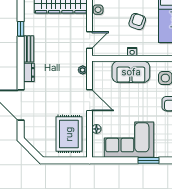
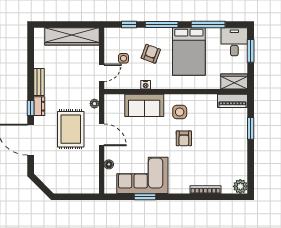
side table: (98, 10) -> (123, 58), moved
window: (21, 29) -> (31, 108), moved
rug: (69, 134) -> (71, 129), moved
window: (148, 160) -> (145, 197), moved

